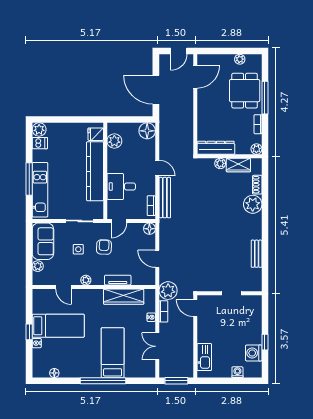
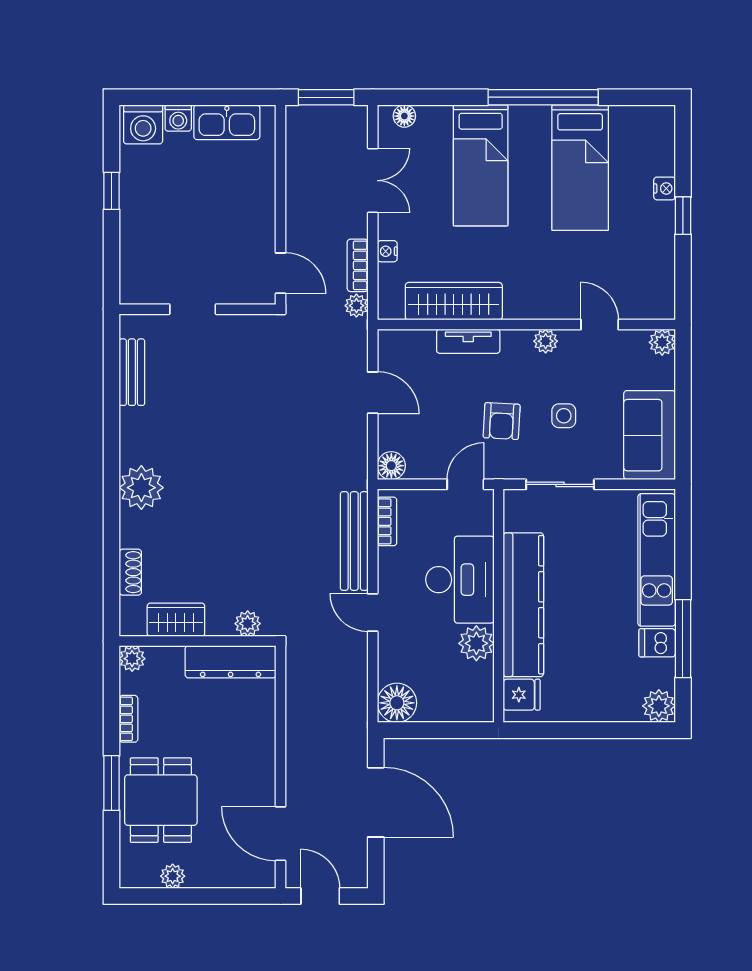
door: (179, 51) -> (320, 896), hinge flipped
door: (195, 77) -> (280, 834), hinge flipped
window: (265, 98) -> (112, 783), width x0.69
plant: (114, 141) -> (476, 643), moved
dishwasher: (40, 143) -> (657, 643), moved
plant: (220, 163) -> (248, 624), moved
window: (29, 179) -> (683, 639), moved
desk: (121, 187) -> (460, 580), width x1.37
plant: (253, 204) -> (141, 488), moved
bench: (257, 254) -> (132, 372), moved
plant: (38, 266) -> (662, 342), moved
plant: (168, 291) -> (356, 306), width x0.53, depth x0.53
bed: (58, 326) -> (580, 168), moved, turned -90
washing machine: (254, 353) -> (143, 124), moved, turned 90
kitchen sink: (204, 357) -> (227, 122), moved, turned -90
floor lamp: (54, 373) -> (404, 116), moved
window: (103, 381) -> (543, 97), moved

